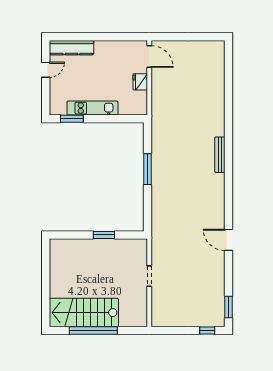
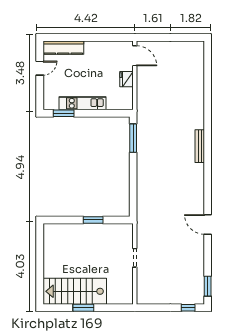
window: (147, 169) -> (133, 138), moved
window: (93, 331) -> (83, 308), width x0.47

